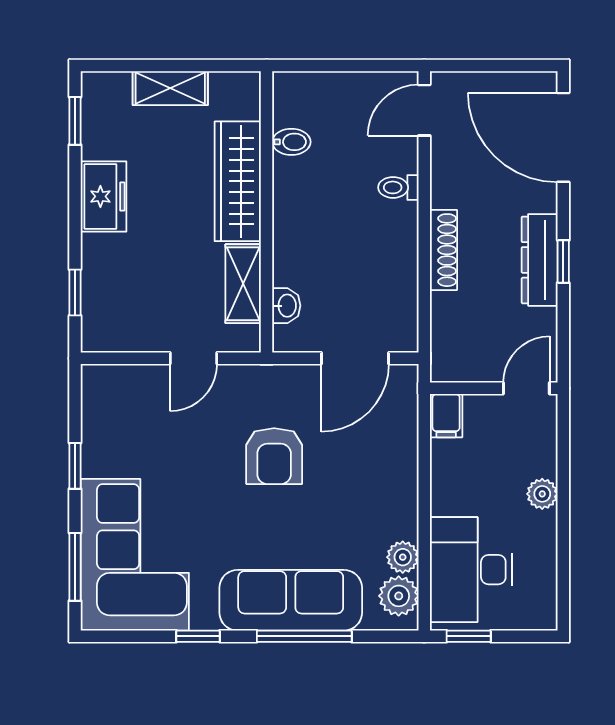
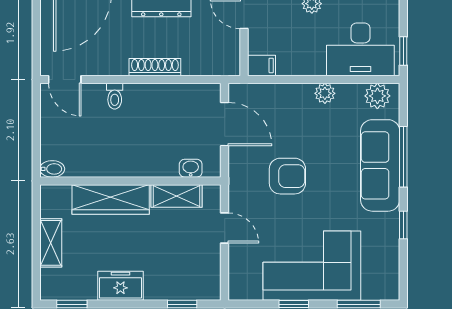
bidet: (291, 142) -> (52, 169), moved, turned 90
corner sofa: (135, 555) -> (312, 266), moved
plant: (403, 557) -> (325, 93), moved

